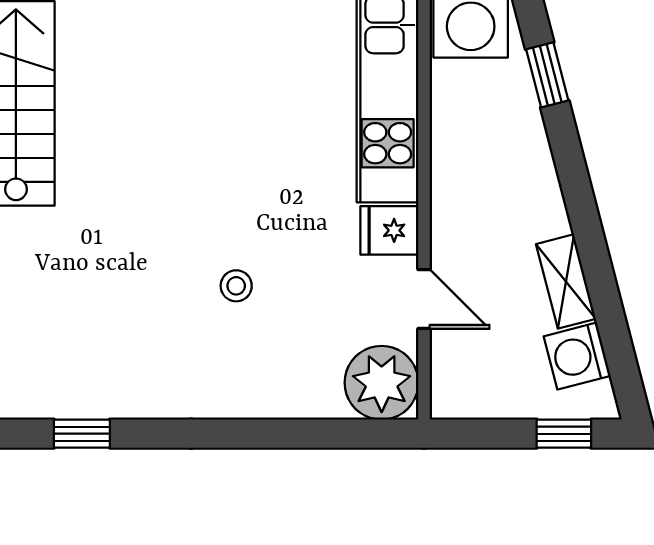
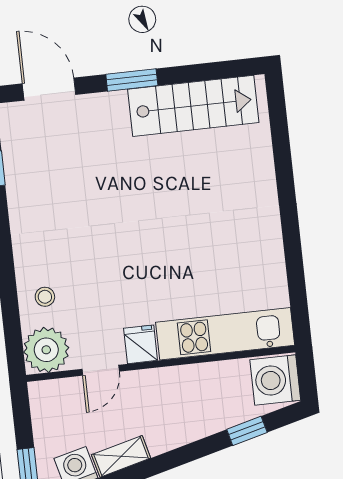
stool: (236, 286) -> (45, 297), moved

